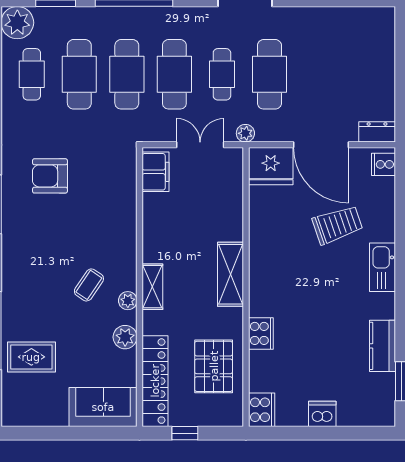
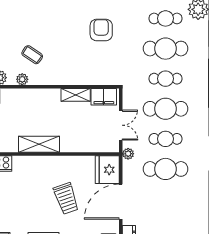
cafe table: (127, 74) -> (165, 79), width x0.73, depth x0.74
trolley: (337, 225) -> (66, 198), moved
shelving: (152, 287) -> (76, 95), moved

